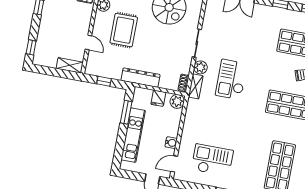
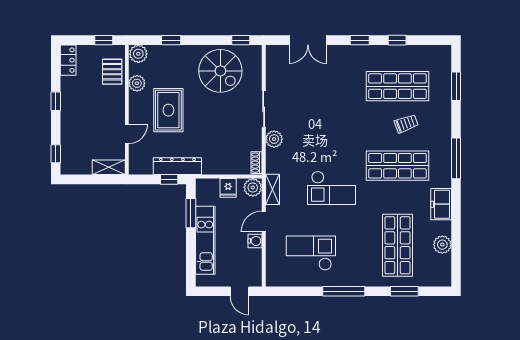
door: (88, 42) -> (127, 134), hinge flipped
dresser: (140, 78) -> (177, 166), moved
checkout: (231, 79) -> (332, 188), moved, turned -90
window: (104, 81) -> (169, 179), moved
shelving: (196, 86) -> (272, 189), moved
door: (174, 164) -> (264, 221), moved

